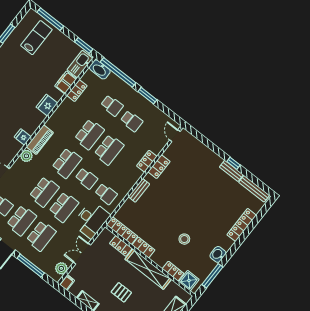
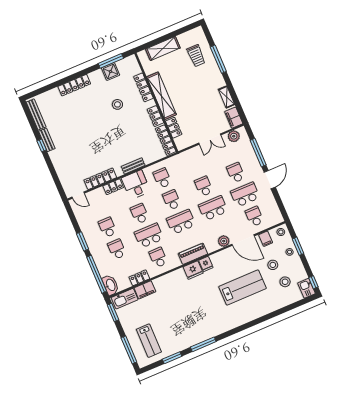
lab bench: (36, 38) -> (149, 341), turned -90
fridge: (47, 105) -> (193, 270), moved
school desk: (70, 119) -> (158, 257), added
door: (175, 136) -> (78, 195), hinge flipped
school desk: (109, 150) -> (140, 214), width x0.54
plant: (26, 156) -> (224, 241), moved
locker: (159, 167) -> (100, 179), width x1.53
school desk: (64, 207) -> (204, 186), width x0.54
desk: (91, 220) -> (136, 185), moved, width x0.73
locker: (242, 225) -> (74, 85), moved
school desk: (41, 236) -> (236, 173), width x0.54
washbasin: (218, 254) -> (96, 76), removed
locker: (173, 271) -> (143, 87), width x1.53
shower: (189, 281) -> (111, 72), moved
filing cabinet: (67, 282) -> (234, 118), width x2.00
pallet: (121, 292) -> (195, 89), removed

